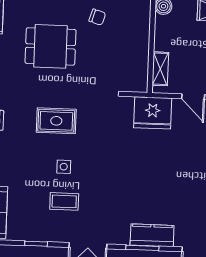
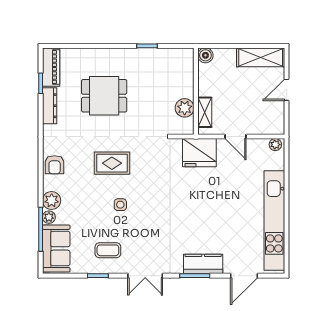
chair: (97, 17) -> (146, 67), removed
plant: (138, 63) -> (185, 108), added
coffee table: (64, 201) -> (108, 250), moved

